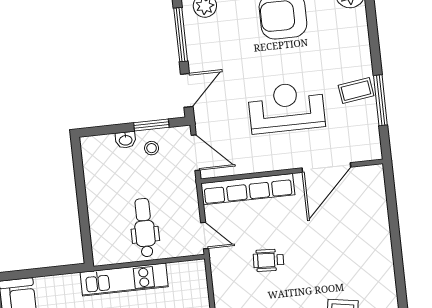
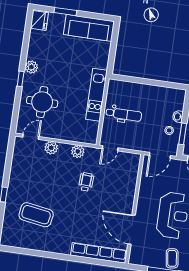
row of seats: (248, 189) -> (99, 253), moved, turned 90
plant: (223, 286) -> (78, 151), added

